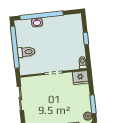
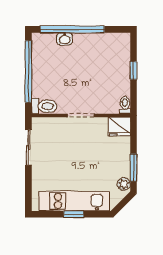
toilet: (26, 52) -> (44, 106), moved

